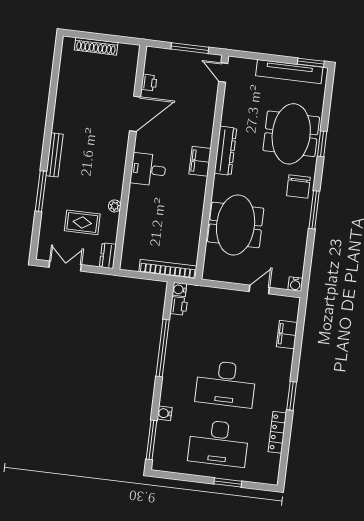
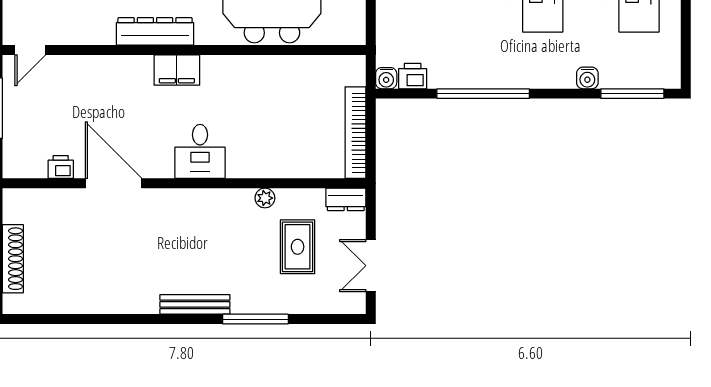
bookcase: (168, 269) -> (355, 133), moved

